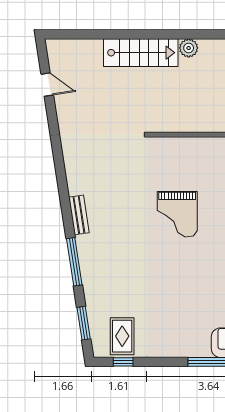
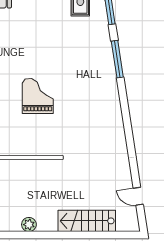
stairs: (141, 53) -> (87, 221), moved
bench: (79, 215) -> (114, 95), removed

